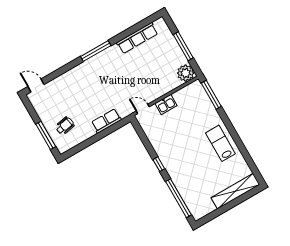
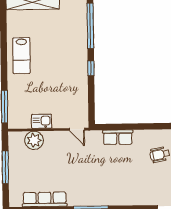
plant: (186, 73) -> (34, 140), moved
kitchen sink: (166, 105) -> (42, 121), moved

